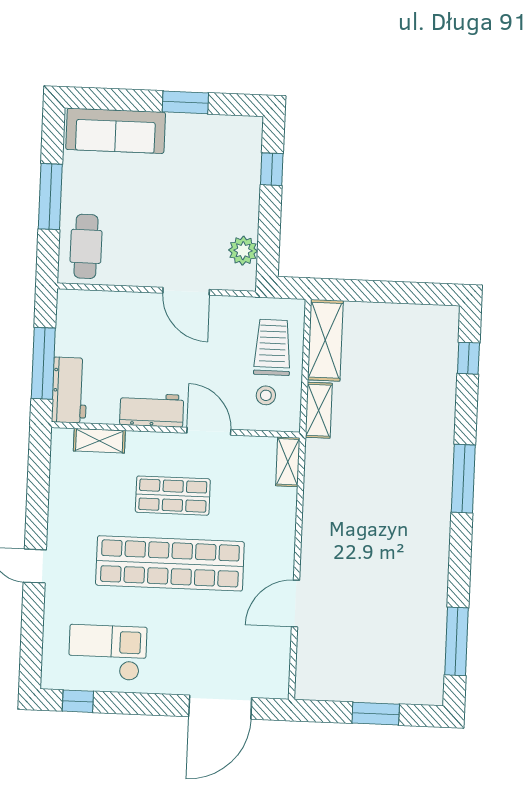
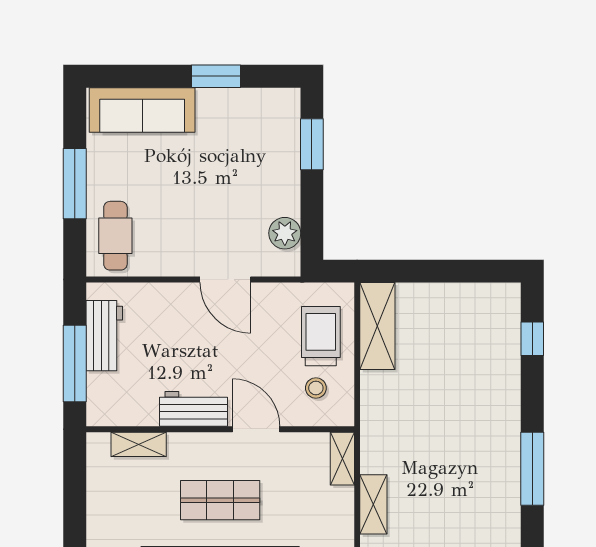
window: (272, 169) -> (312, 144), width x1.50
workbench: (70, 390) -> (104, 336), moved
shelving: (319, 410) -> (373, 504), moved

